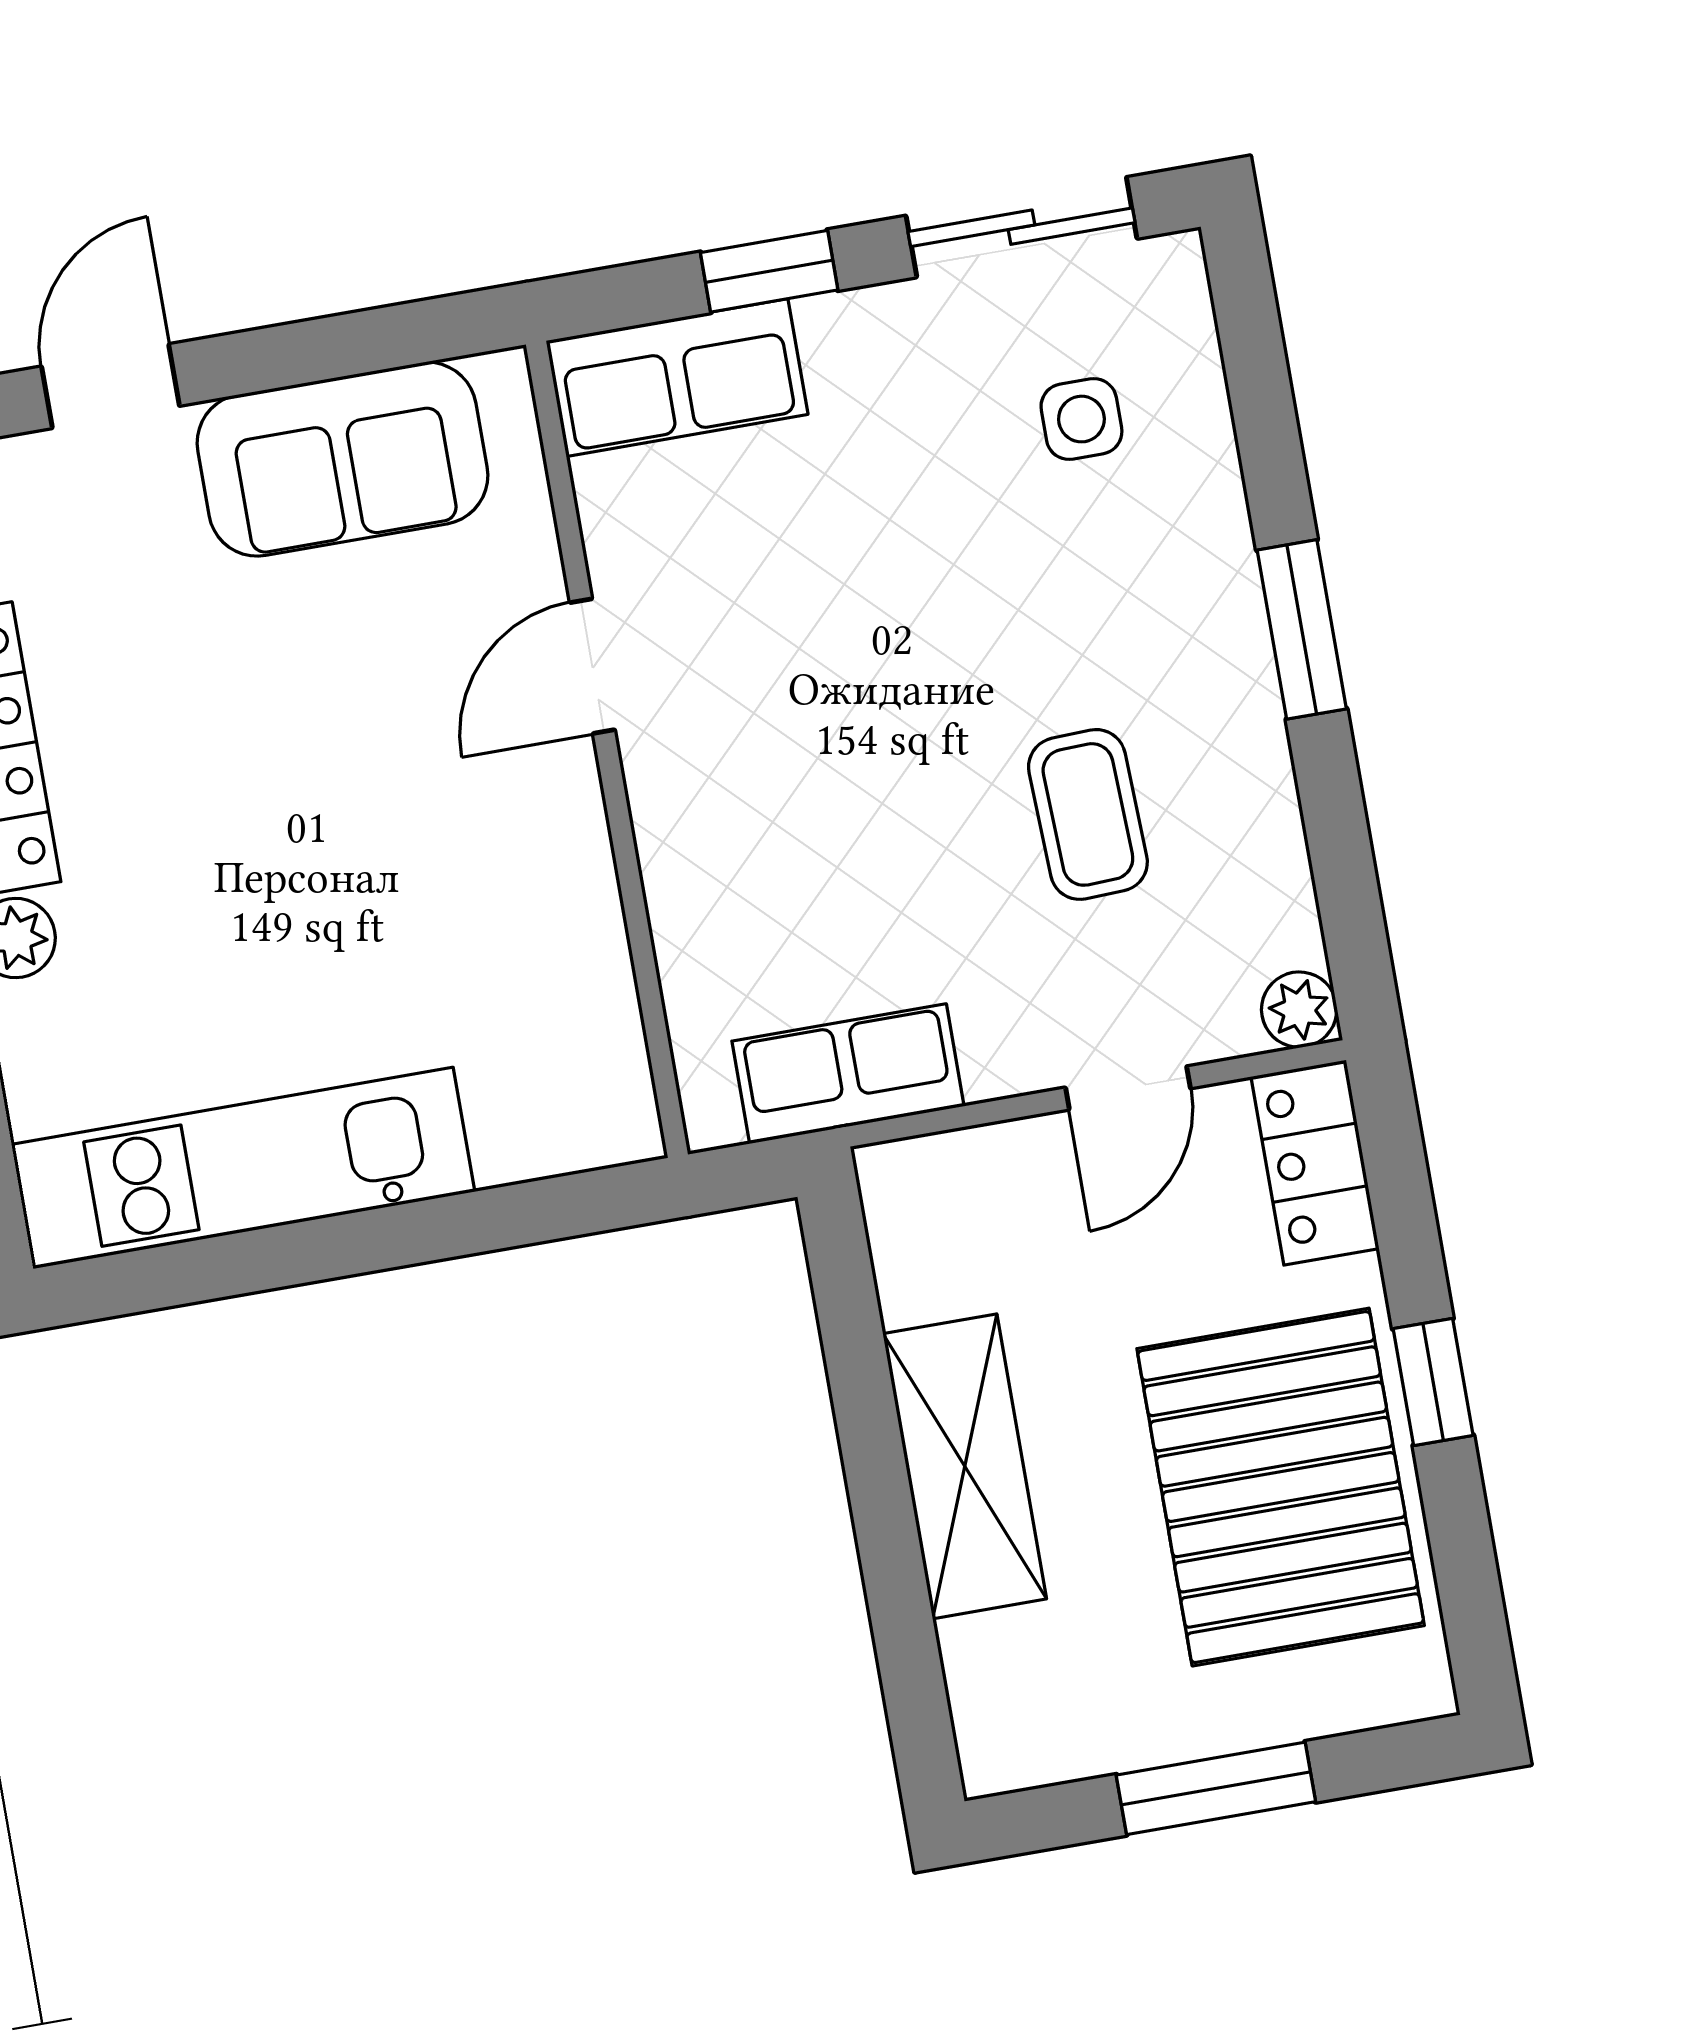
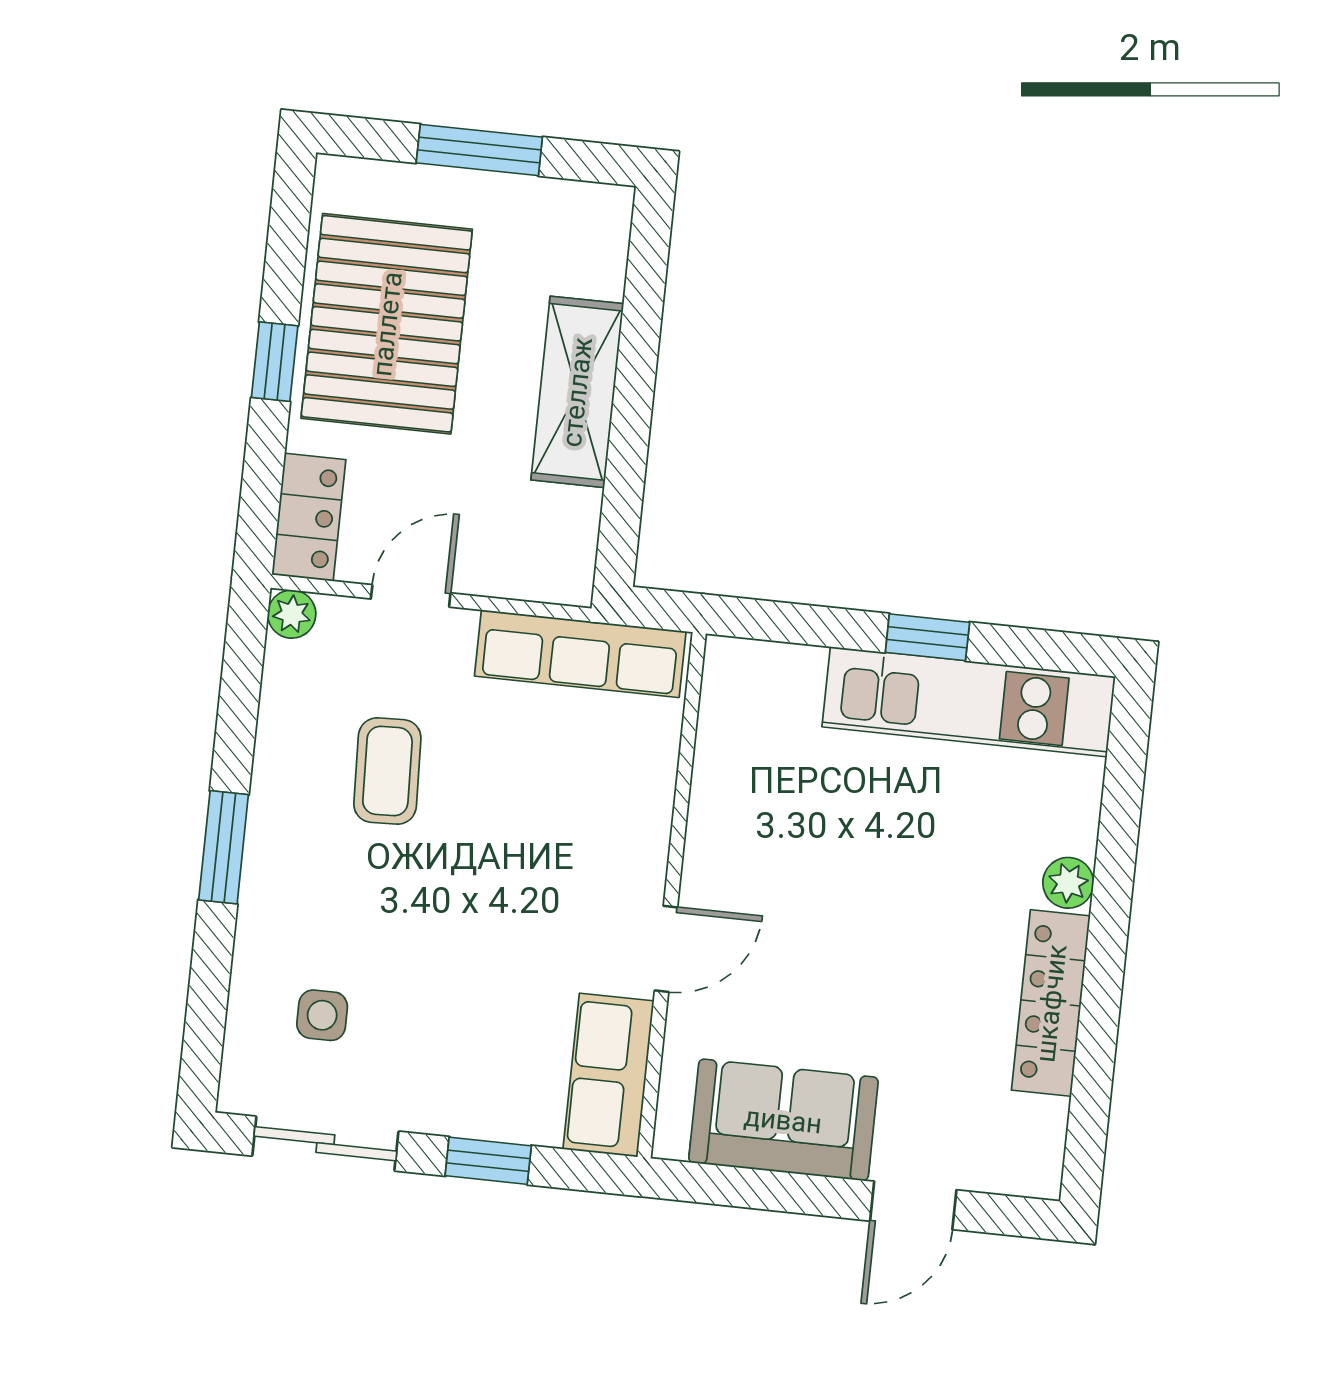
row of seats: (677, 378) -> (609, 1075), moved, turned -90
row of seats: (848, 1074) -> (580, 654), width x1.48
window: (333, 1247) -> (927, 637), added

